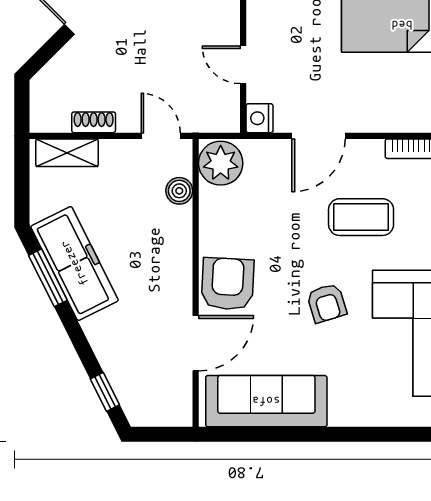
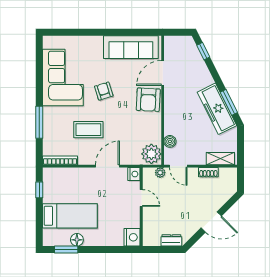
plant: (201, 121) -> (160, 173), added

